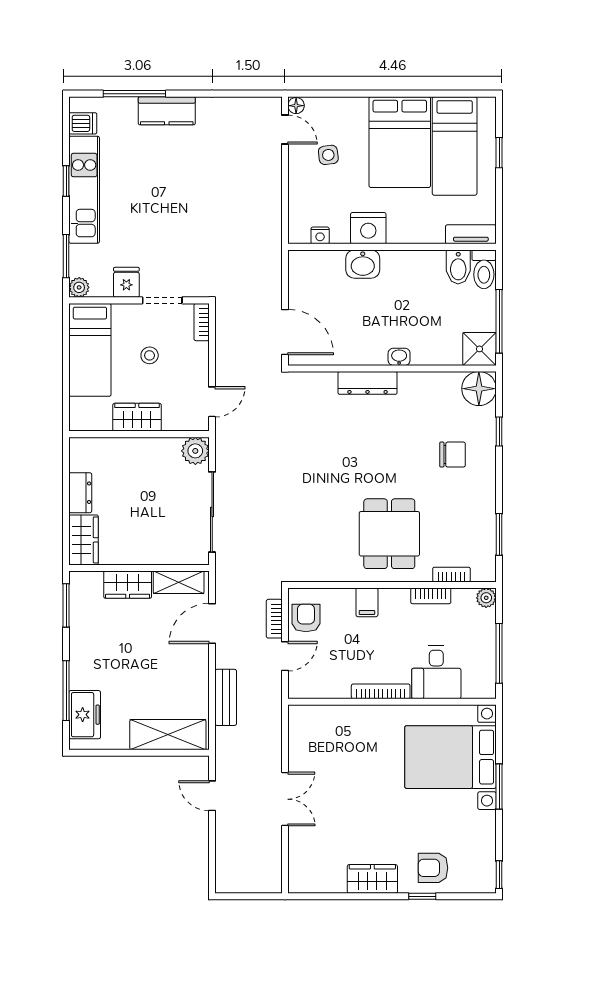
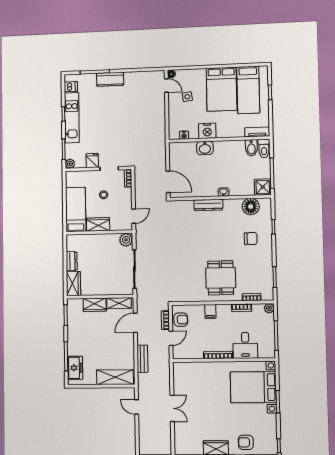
bed: (90, 350) -> (76, 210), moved, turned 180
floor lamp: (479, 389) -> (251, 207), moved
armchair: (306, 618) -> (181, 320), turned 90

